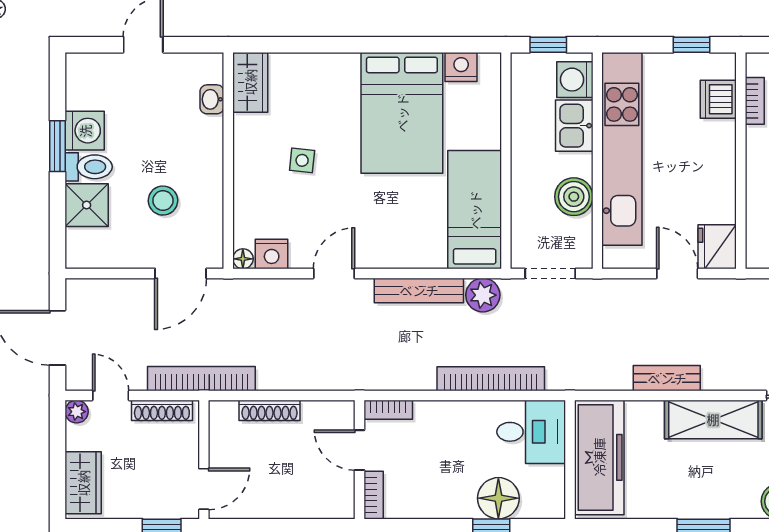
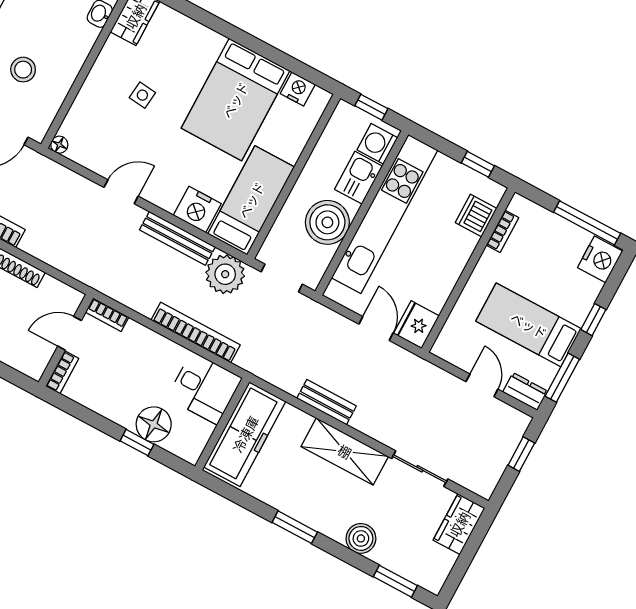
boiler: (574, 197) -> (327, 222), width x1.37, depth x1.37
nightstand: (272, 254) -> (197, 210), moved, width x1.36, depth x1.33
plant: (483, 295) -> (225, 274), width x1.36, depth x1.36
door: (359, 450) -> (70, 333), hinge flipped

